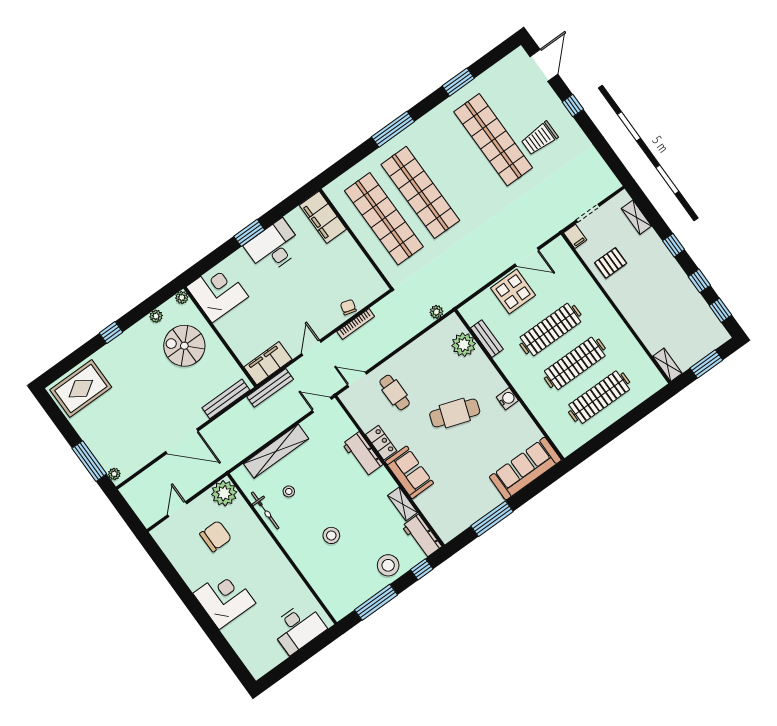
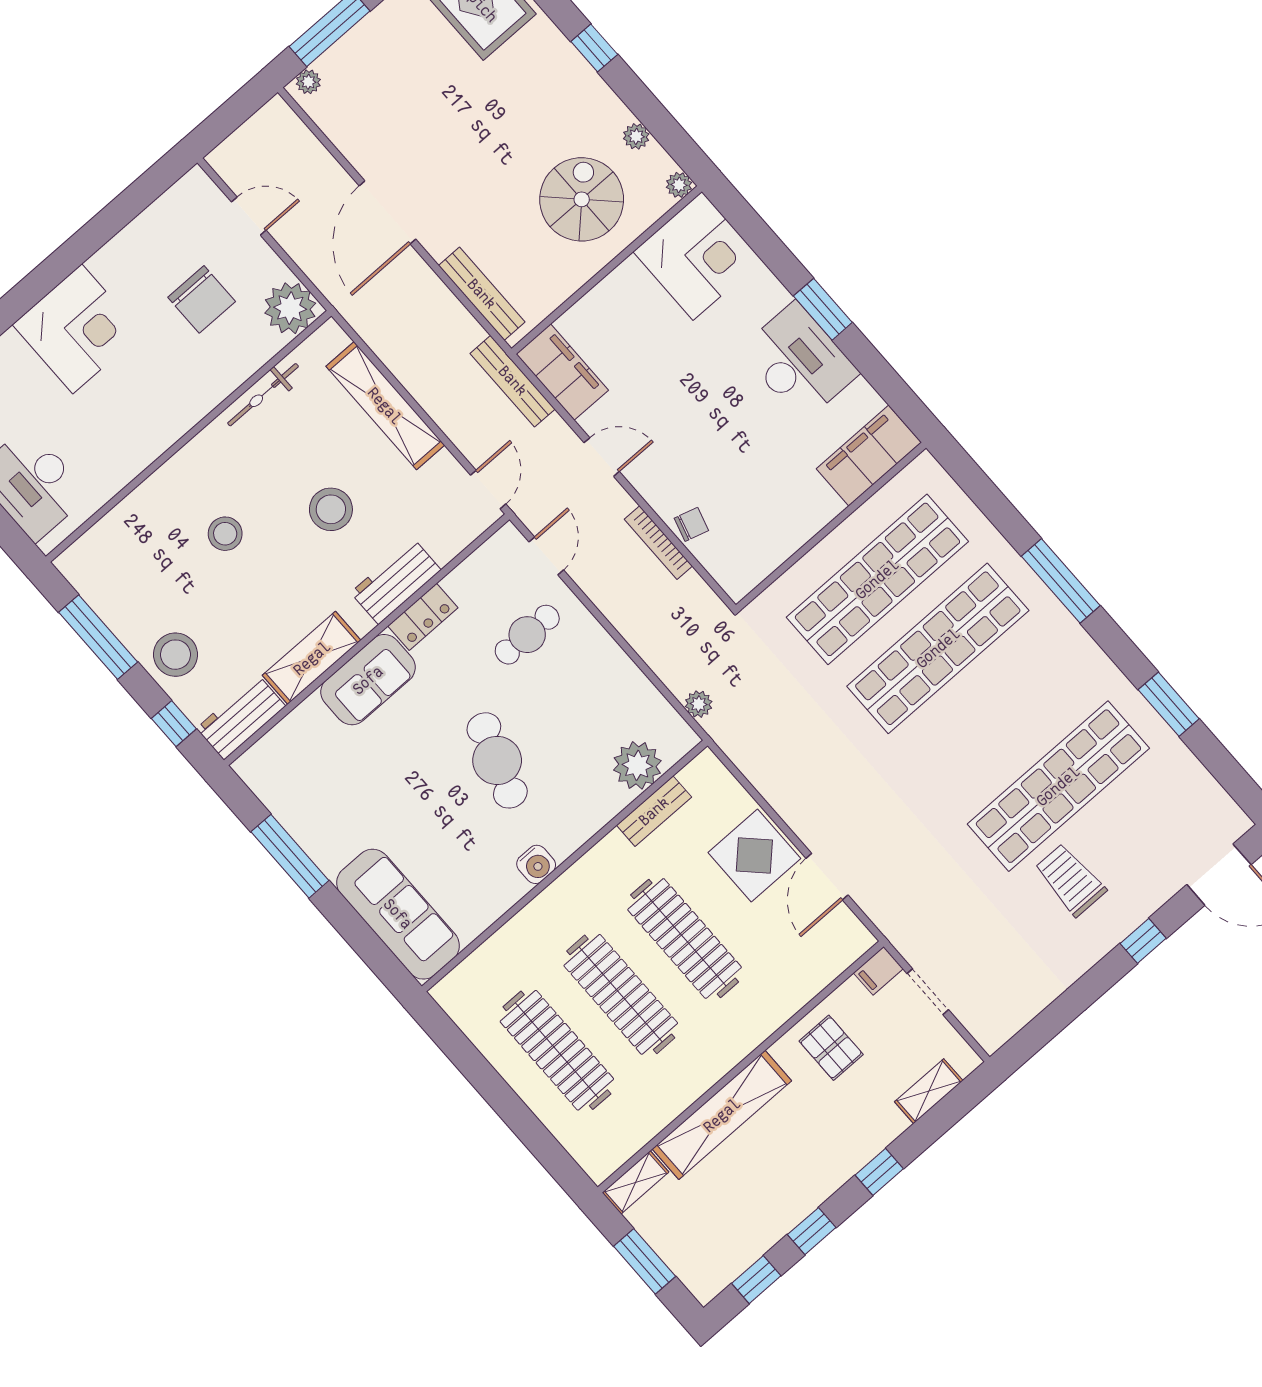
shelving: (638, 319) -> (722, 1115), added
stool: (289, 491) -> (331, 509), moved, width x1.89, depth x1.89
shelving: (403, 504) -> (312, 658), width x1.50, depth x1.33

